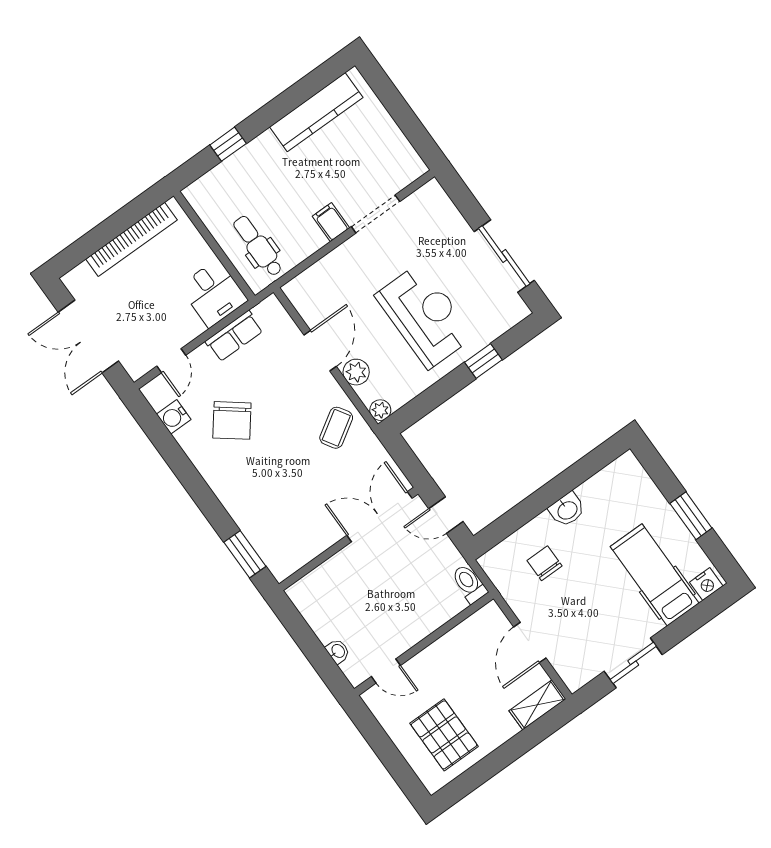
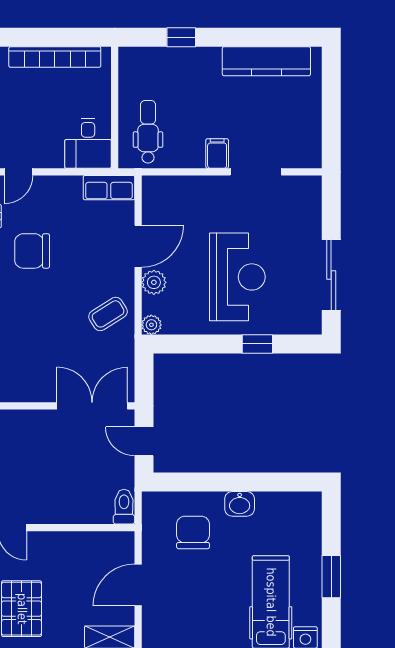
row of seats: (234, 336) -> (109, 188), moved
chair: (232, 420) -> (32, 251), turned 52
chair: (545, 563) -> (193, 532), width x1.37, depth x1.37

